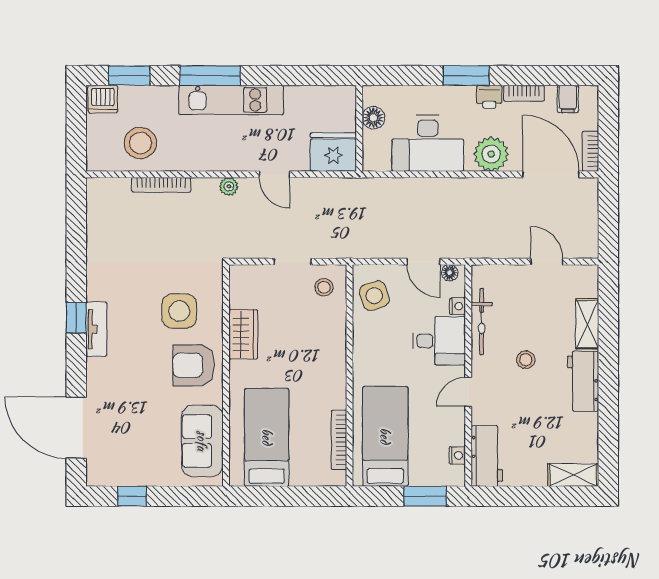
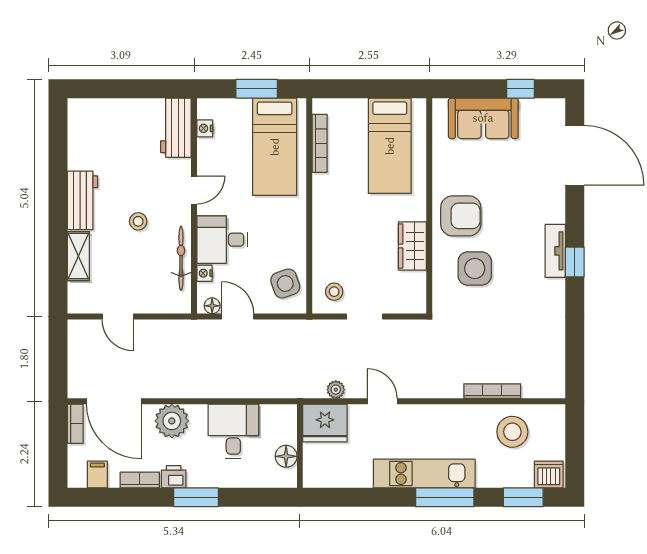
desk: (428, 143) -> (233, 431), width x0.73
plant: (229, 186) -> (336, 390), moved
sofa: (202, 441) -> (483, 118), moved, turned 90
shelving: (573, 475) -> (92, 109), removed
window: (425, 496) -> (257, 89), moved

